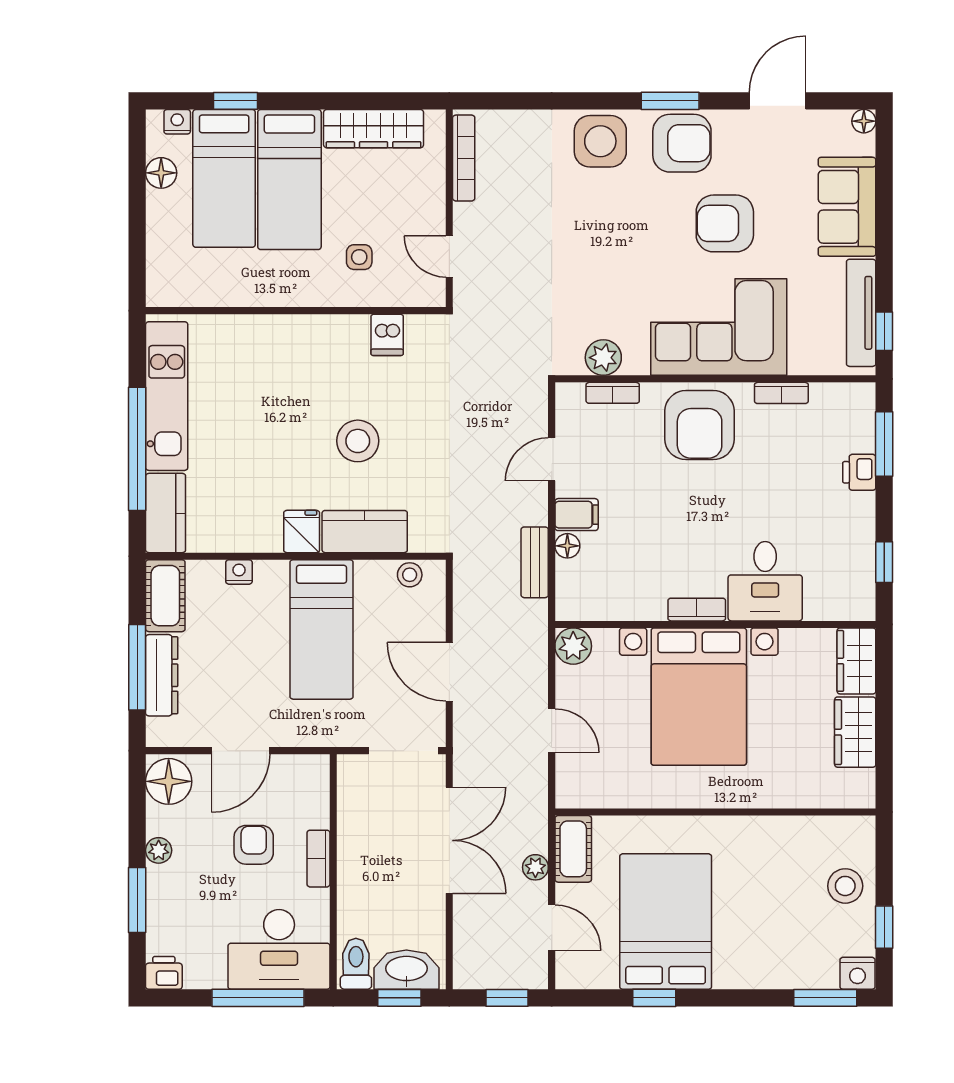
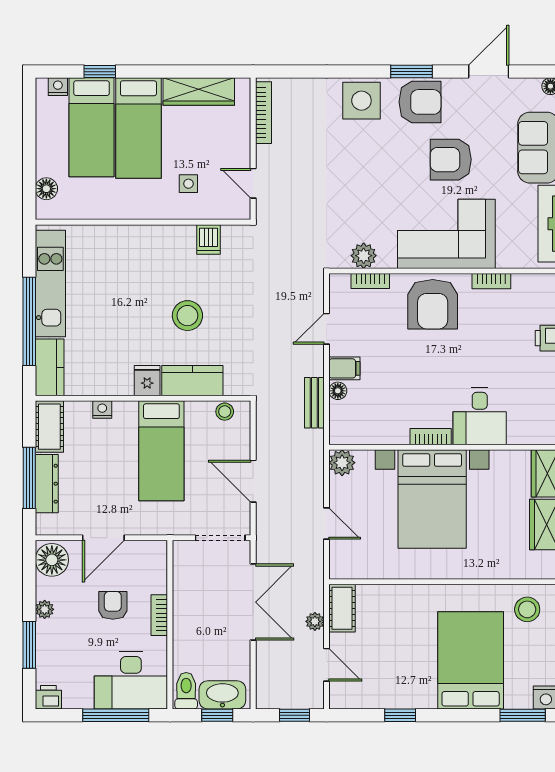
floor lamp: (161, 173) -> (46, 189), moved
stool: (845, 886) -> (527, 609), moved
bed: (666, 922) -> (471, 660), moved

